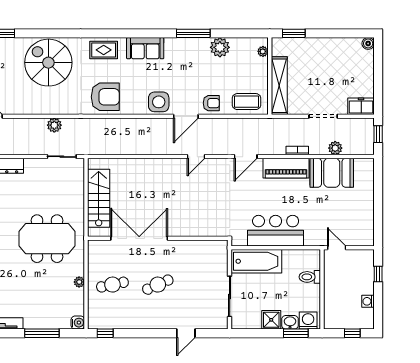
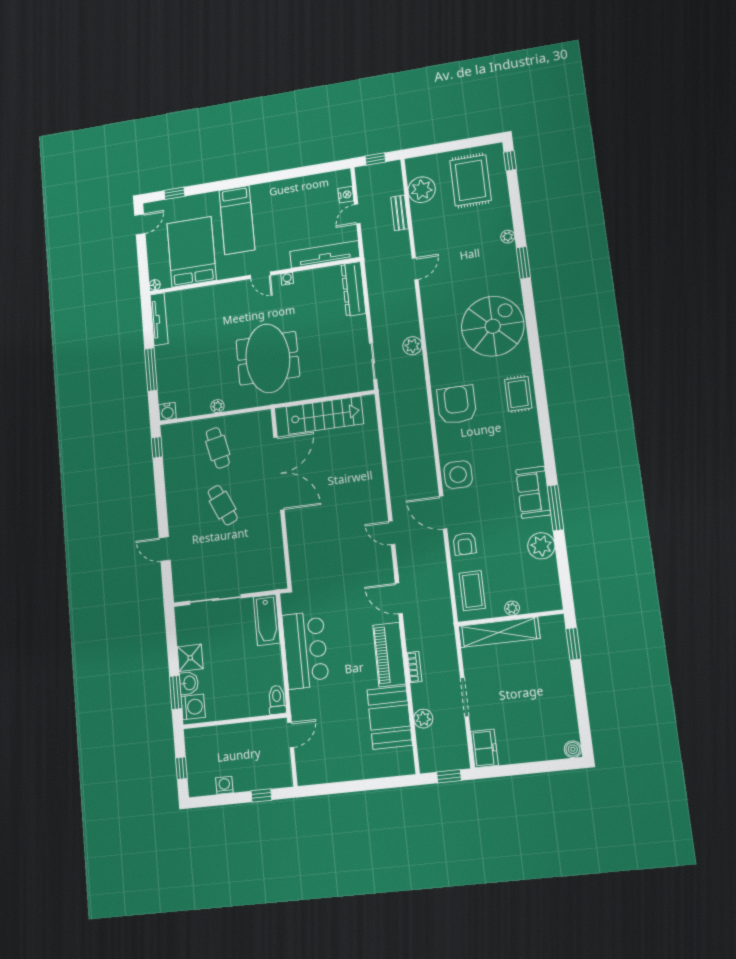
sofa: (145, 48) -> (533, 492), moved
plant: (263, 51) -> (512, 608), moved
armchair: (105, 97) -> (457, 405), turned 180
bathtub: (256, 261) -> (267, 620), width x0.73, depth x0.73
toilet: (310, 277) -> (277, 700), moved

